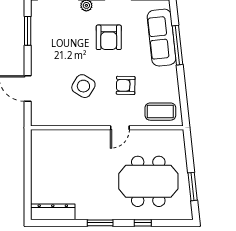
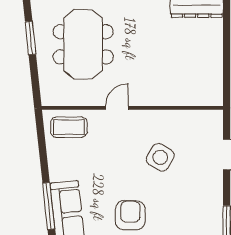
armchair: (126, 85) -> (110, 158), removed
meeting table: (148, 181) -> (83, 44), turned 90

